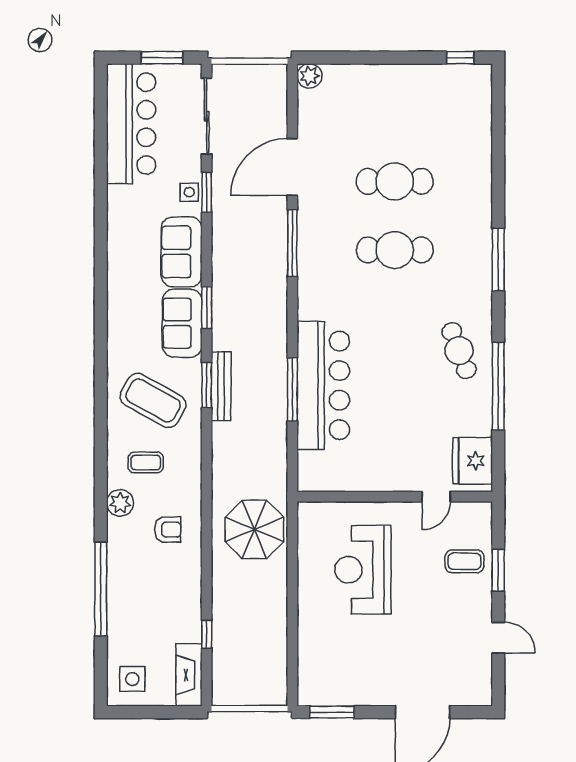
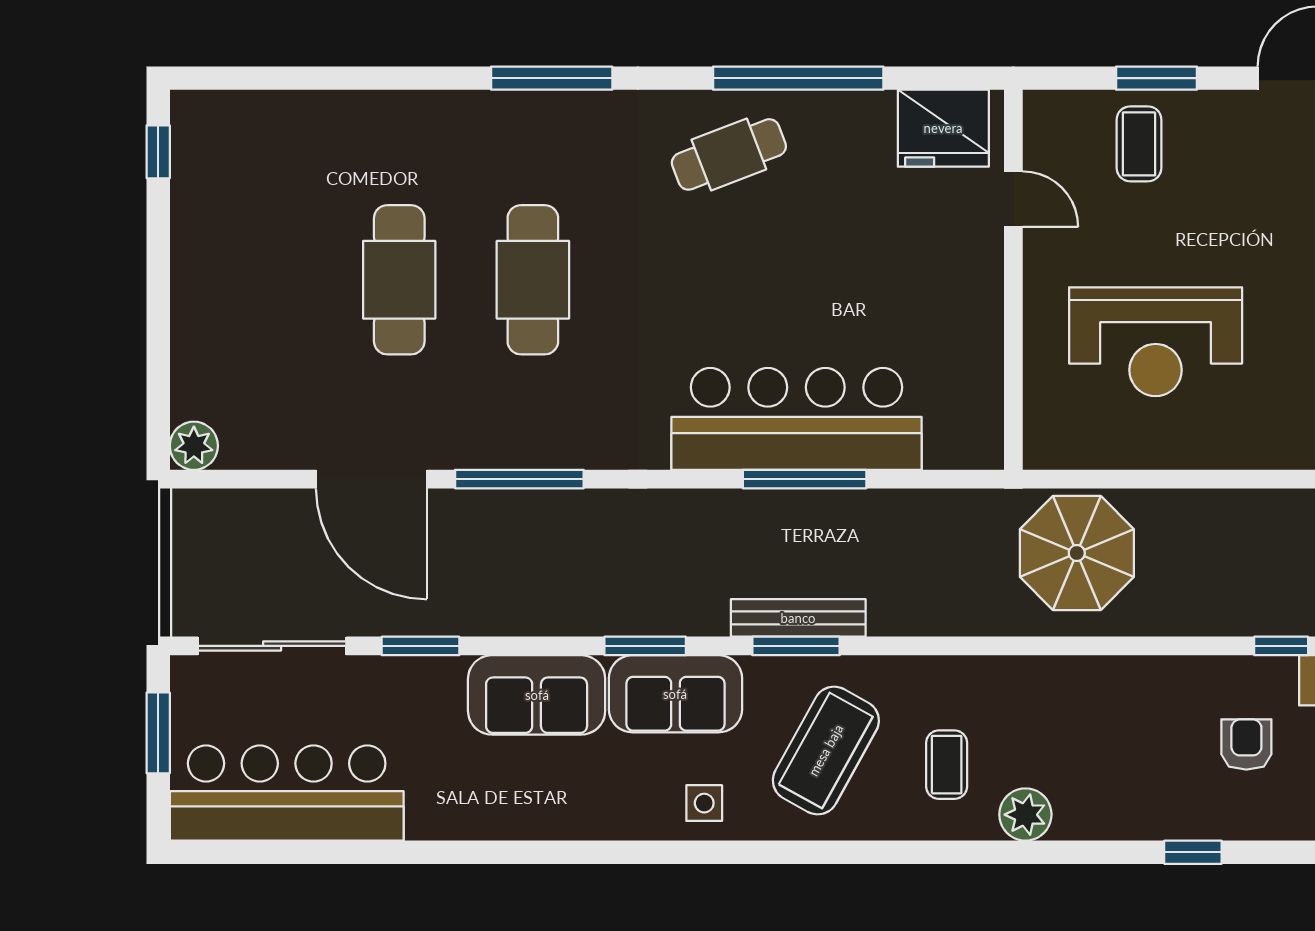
side table: (189, 192) -> (704, 803), moved
armchair: (168, 530) -> (1246, 744), moved
window: (101, 589) -> (1193, 852), width x0.32

